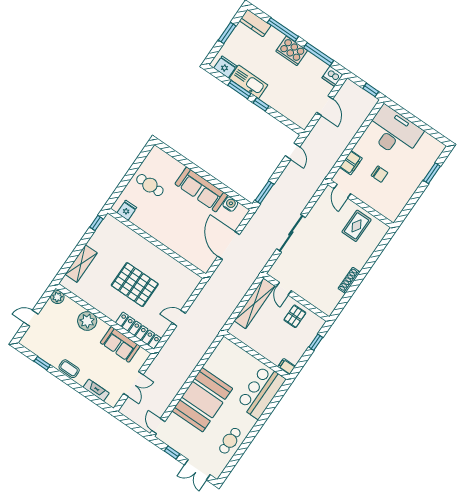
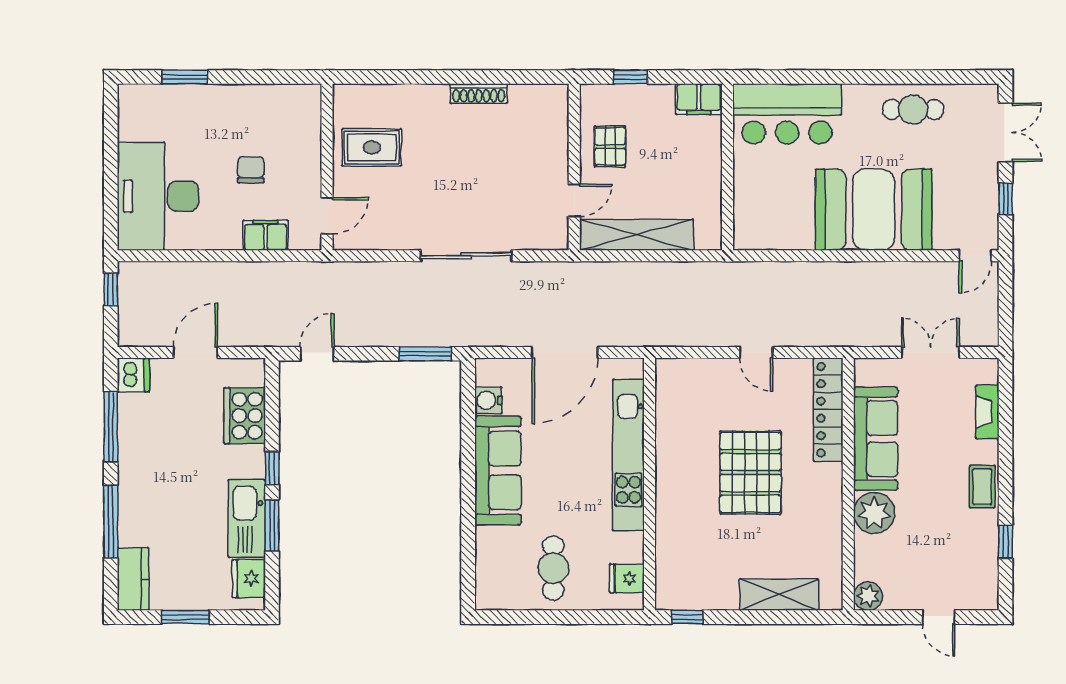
cooker: (292, 51) -> (245, 416), moved, turned 180
kitchen unit: (173, 243) -> (628, 455), added
pallet: (295, 316) -> (610, 146), turned 90
sofa: (120, 344) -> (876, 439), width x1.36
filing cabinet: (287, 367) -> (699, 99), width x2.00

